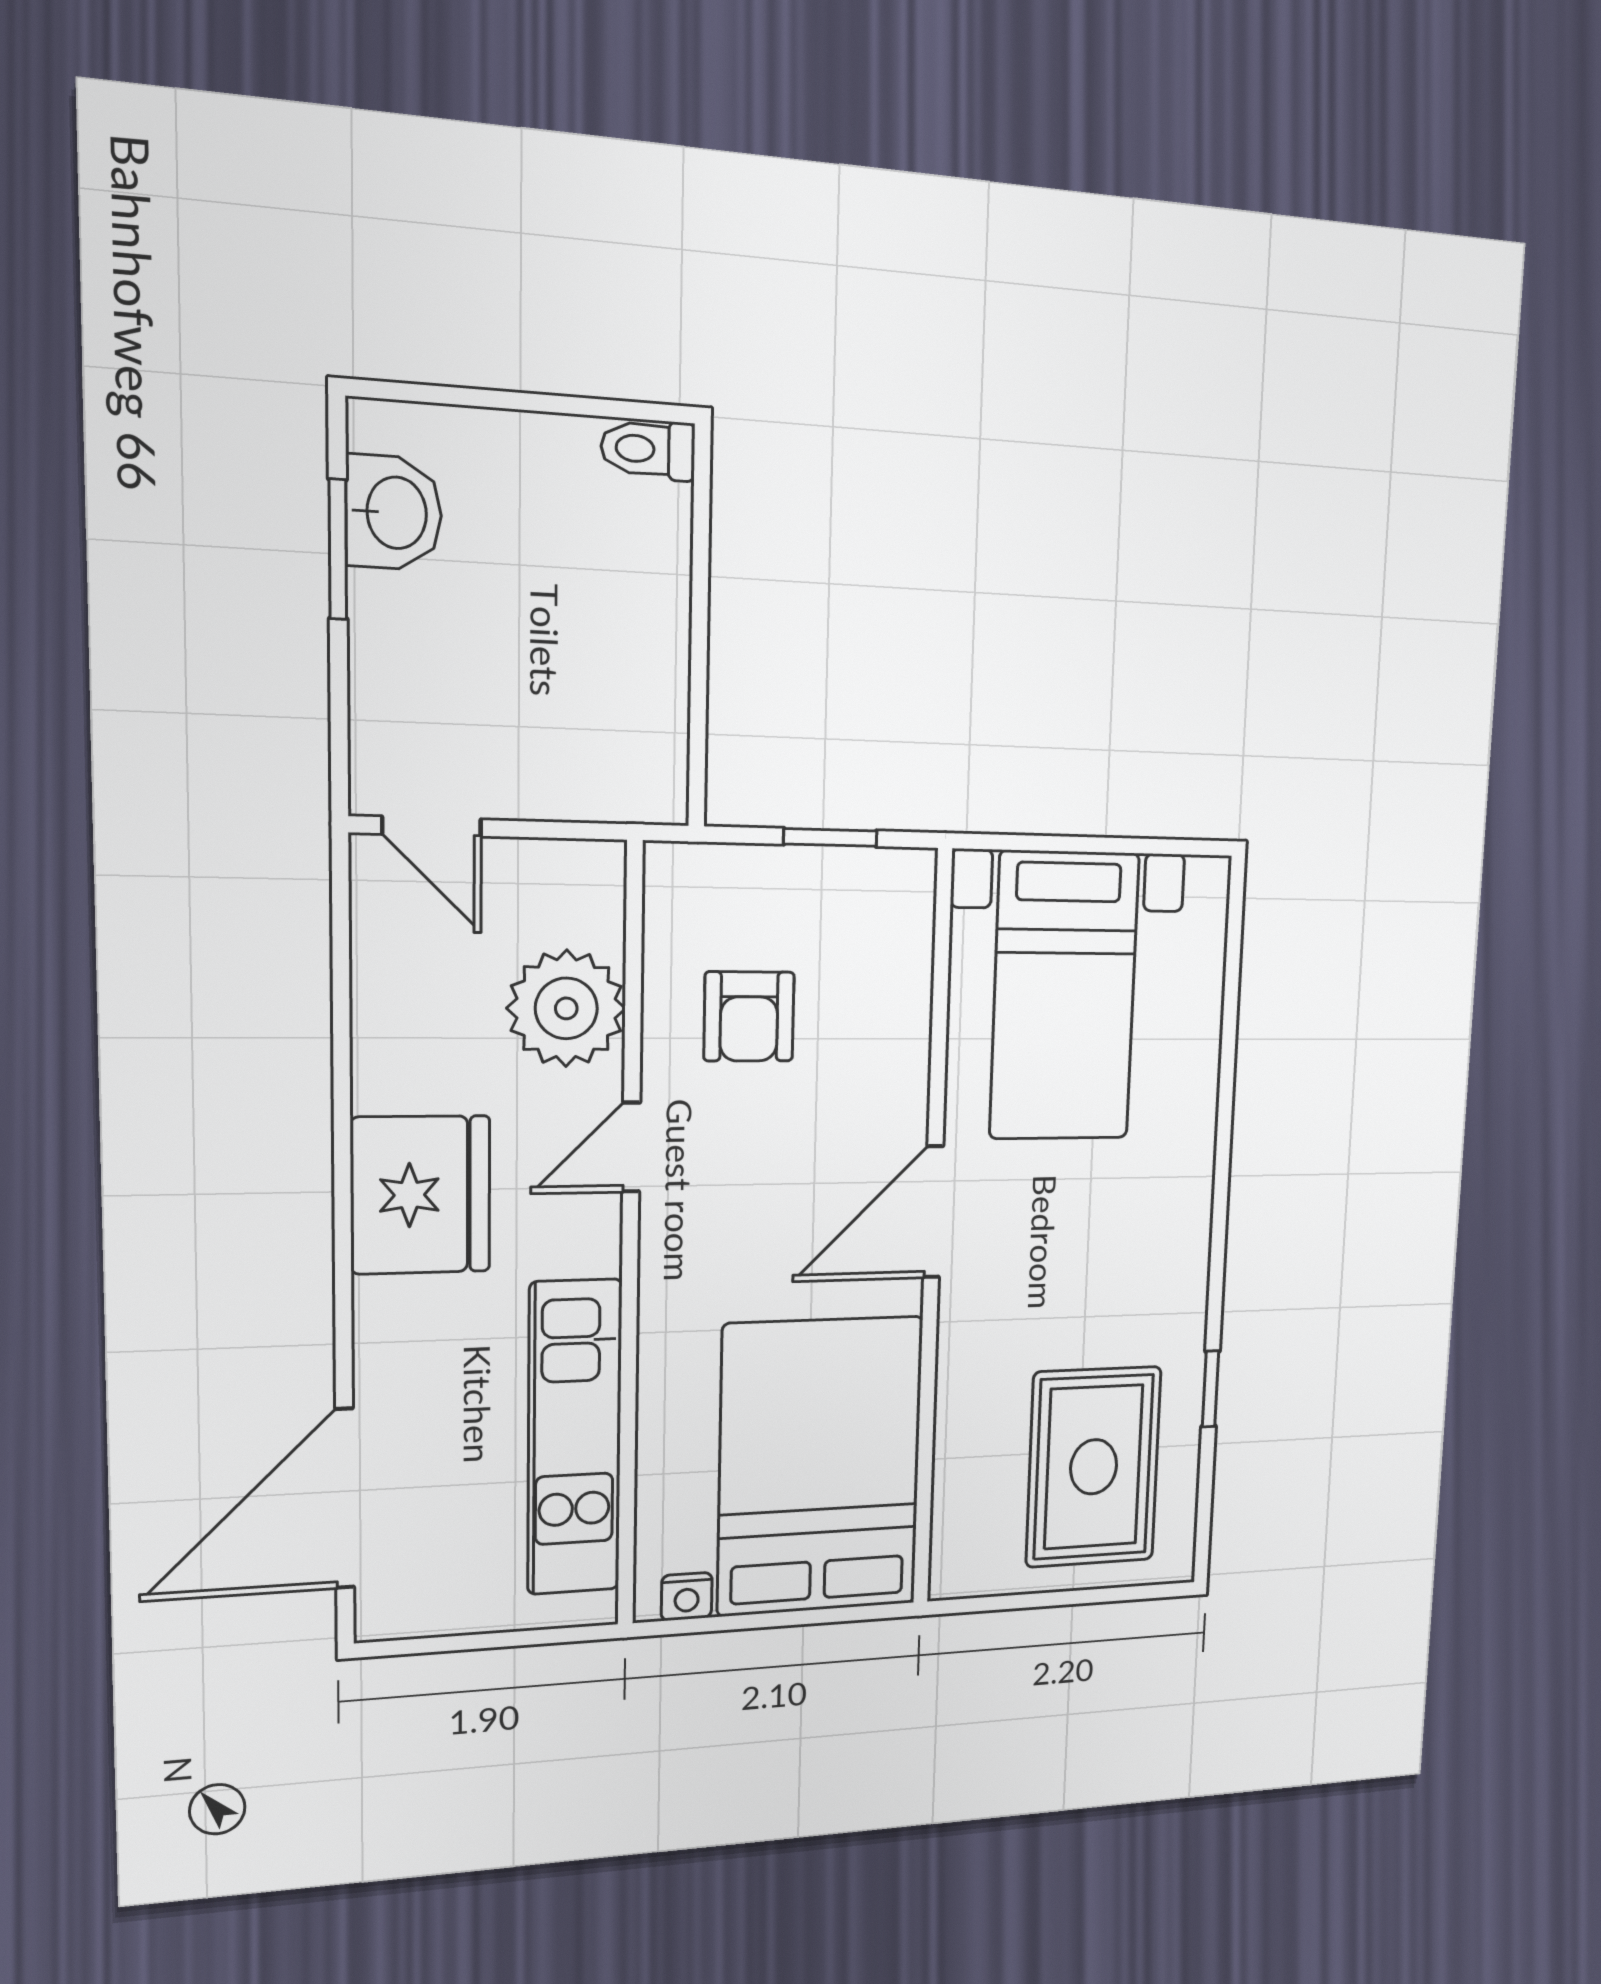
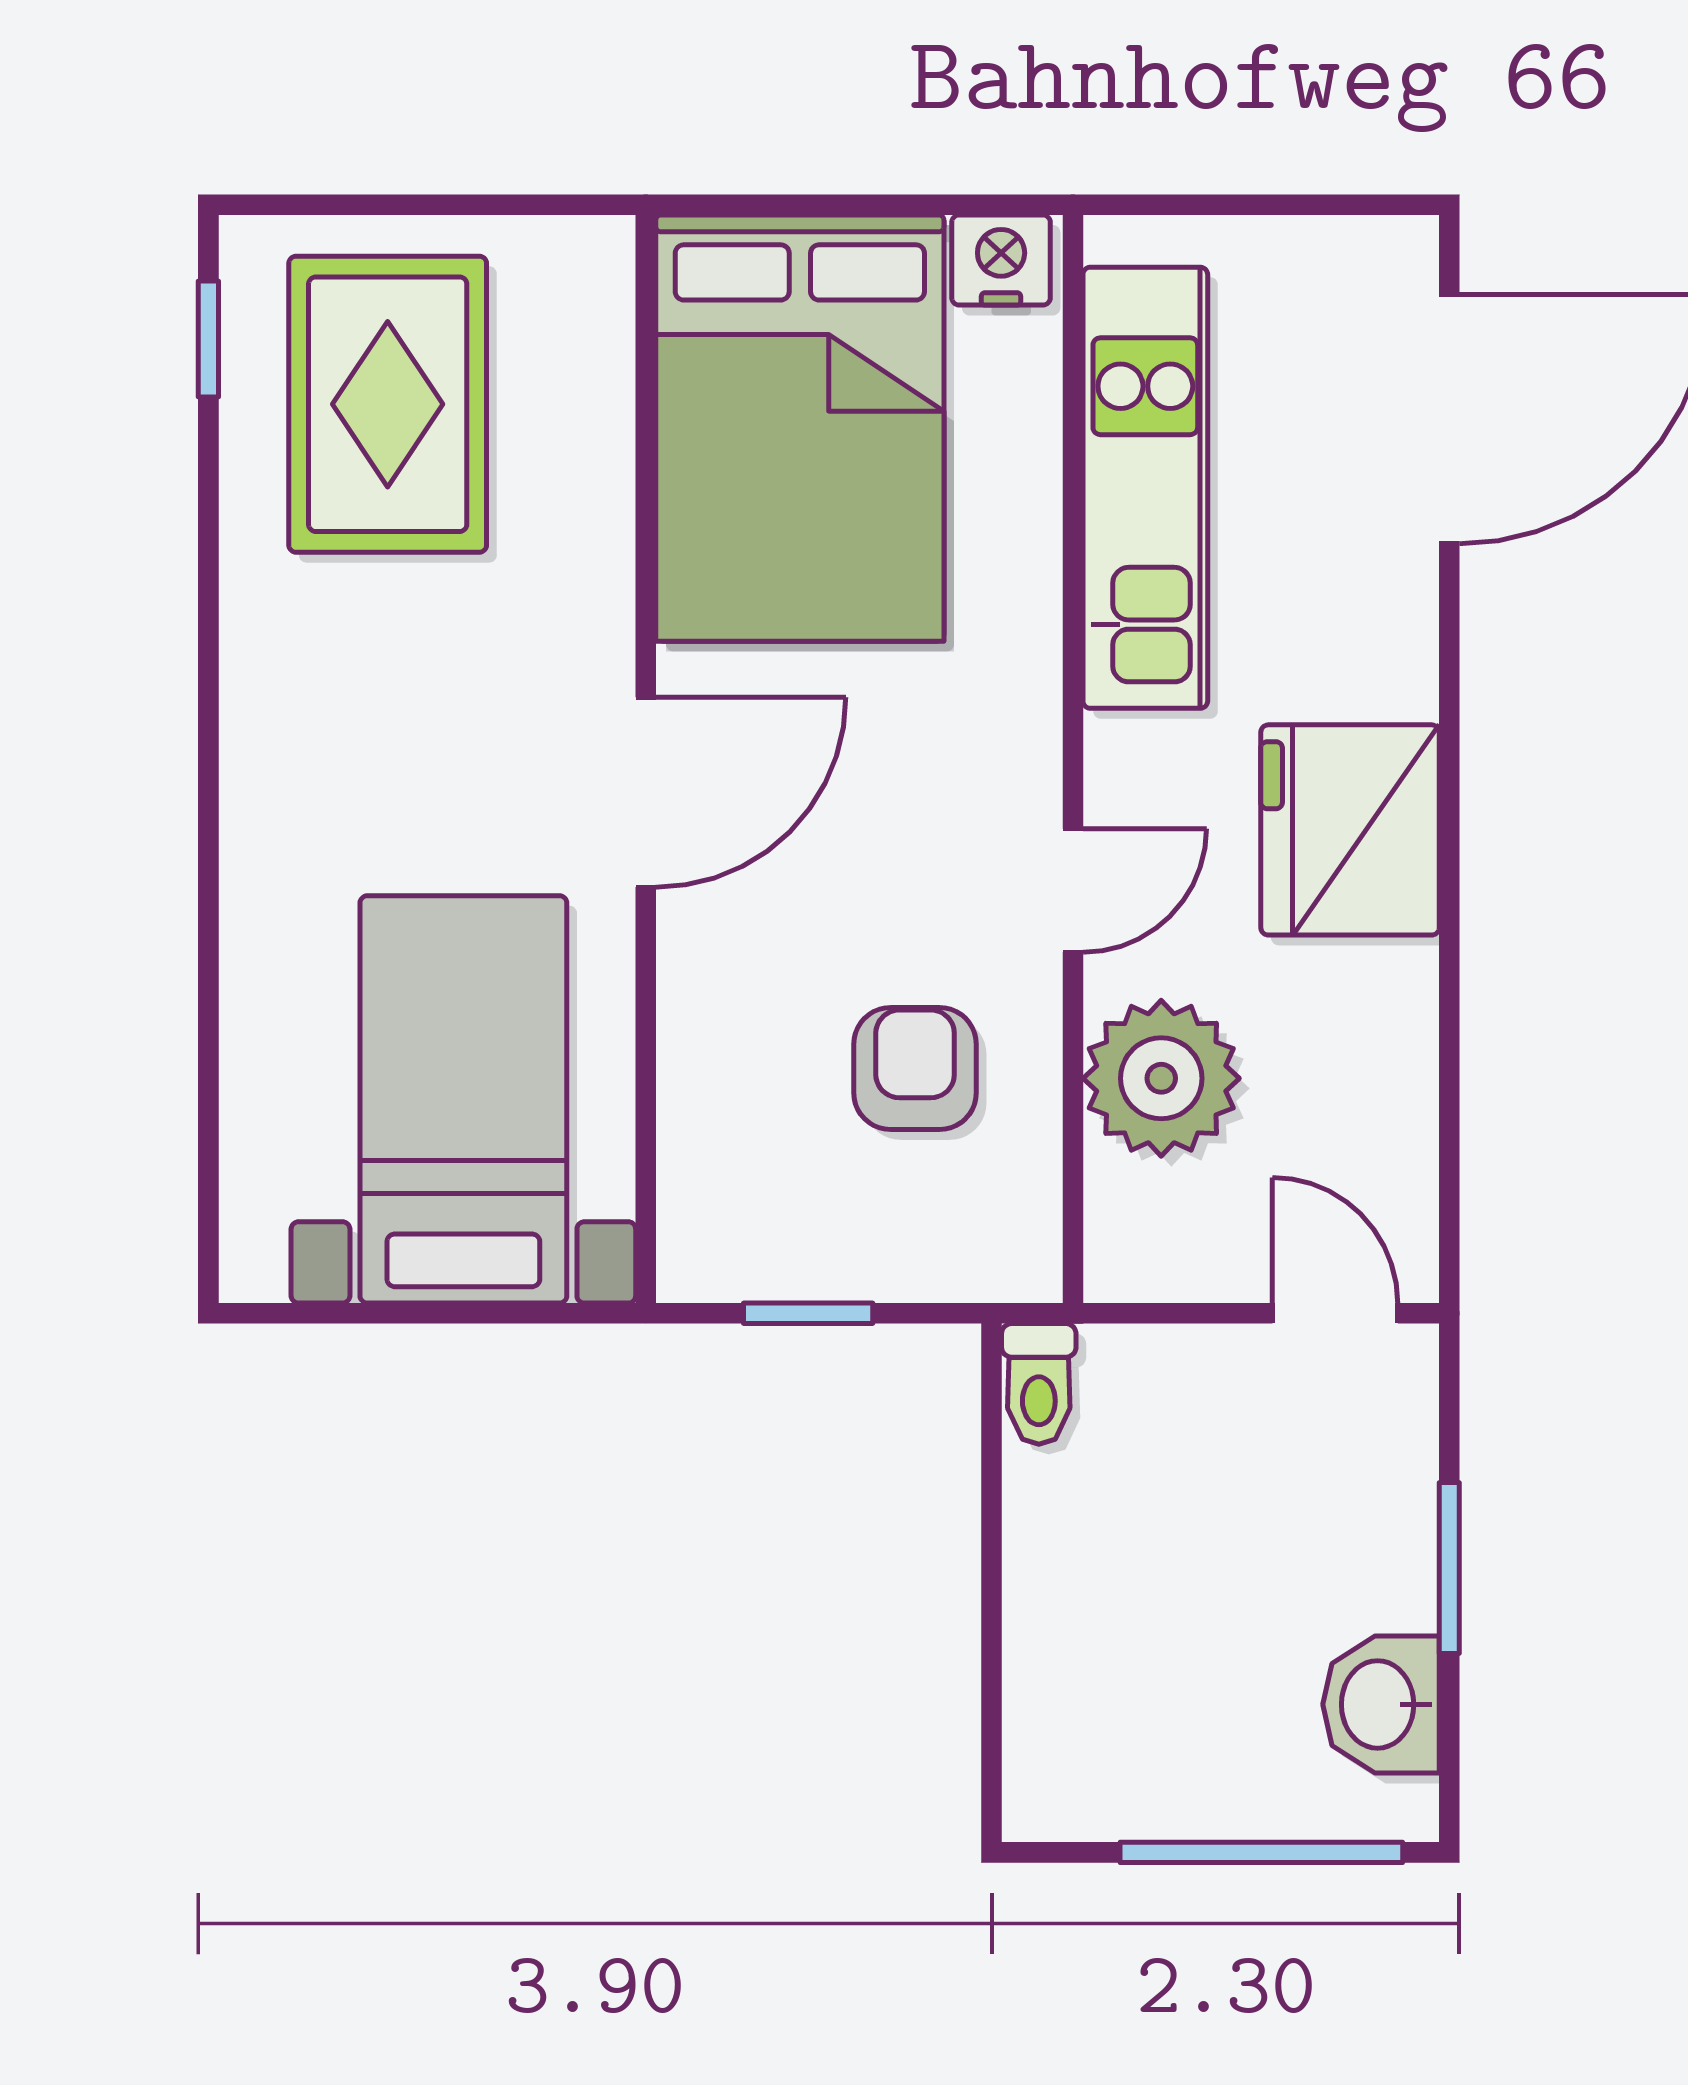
window: (491, 399) -> (1261, 1852), added
toilet: (648, 449) -> (1039, 1384), moved, turned 90
window: (338, 549) -> (1449, 1568), moved
window: (1210, 1389) -> (208, 339), moved
nightstand: (687, 1597) -> (1001, 260), width x1.39, depth x1.35

